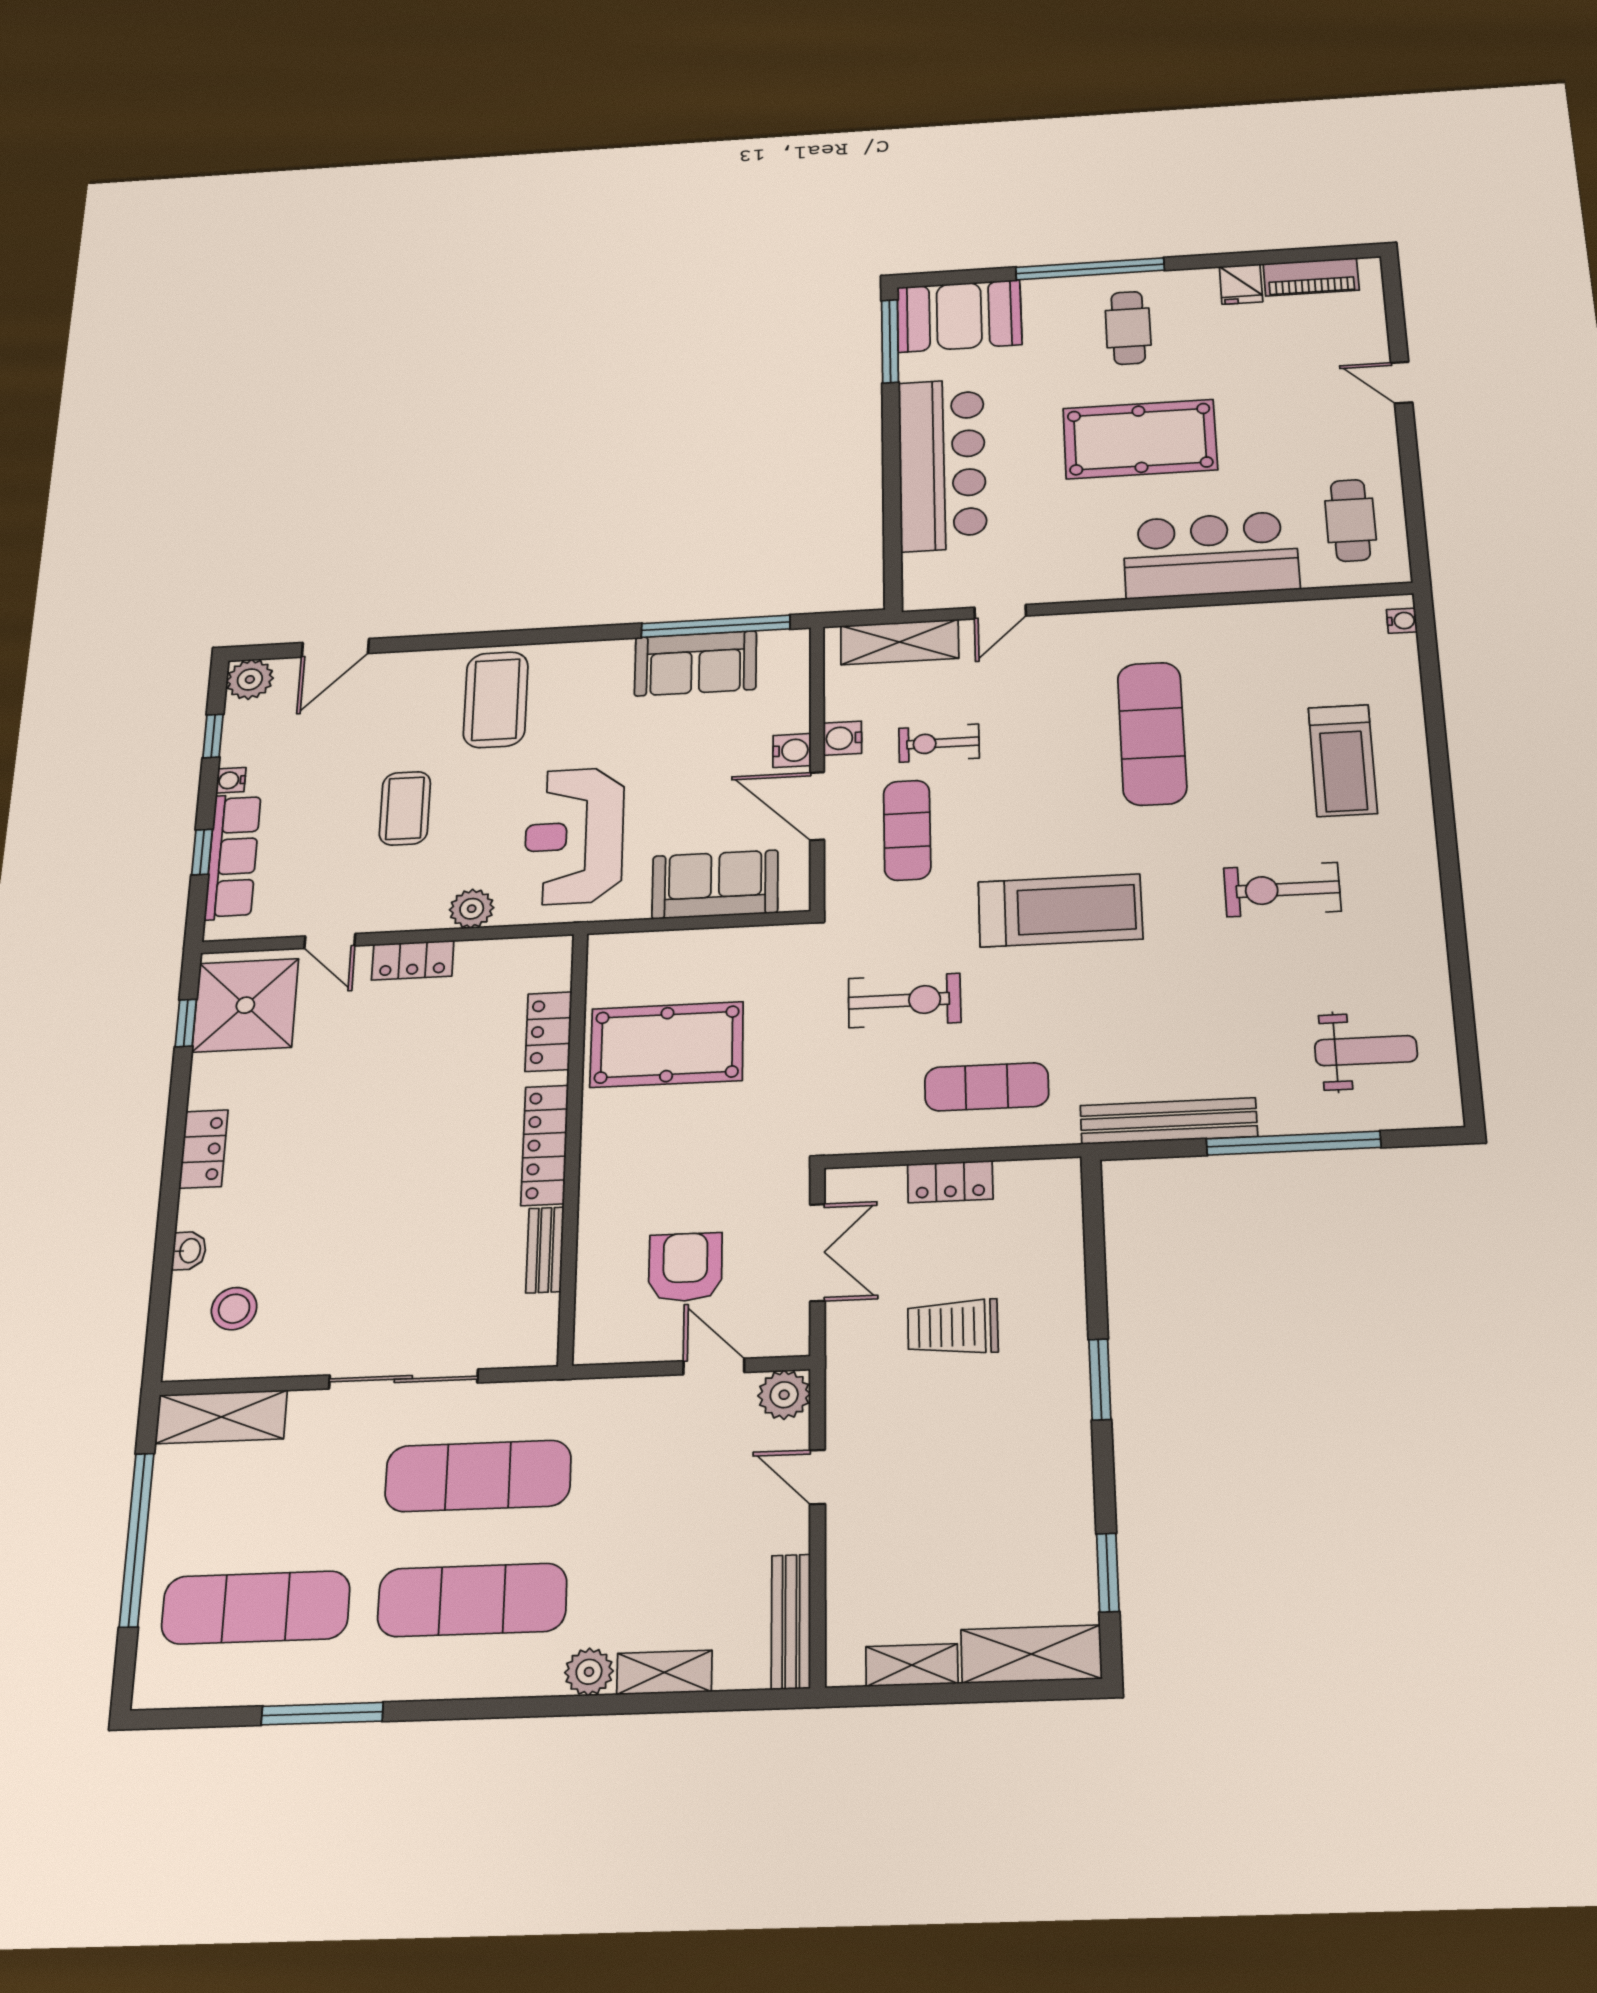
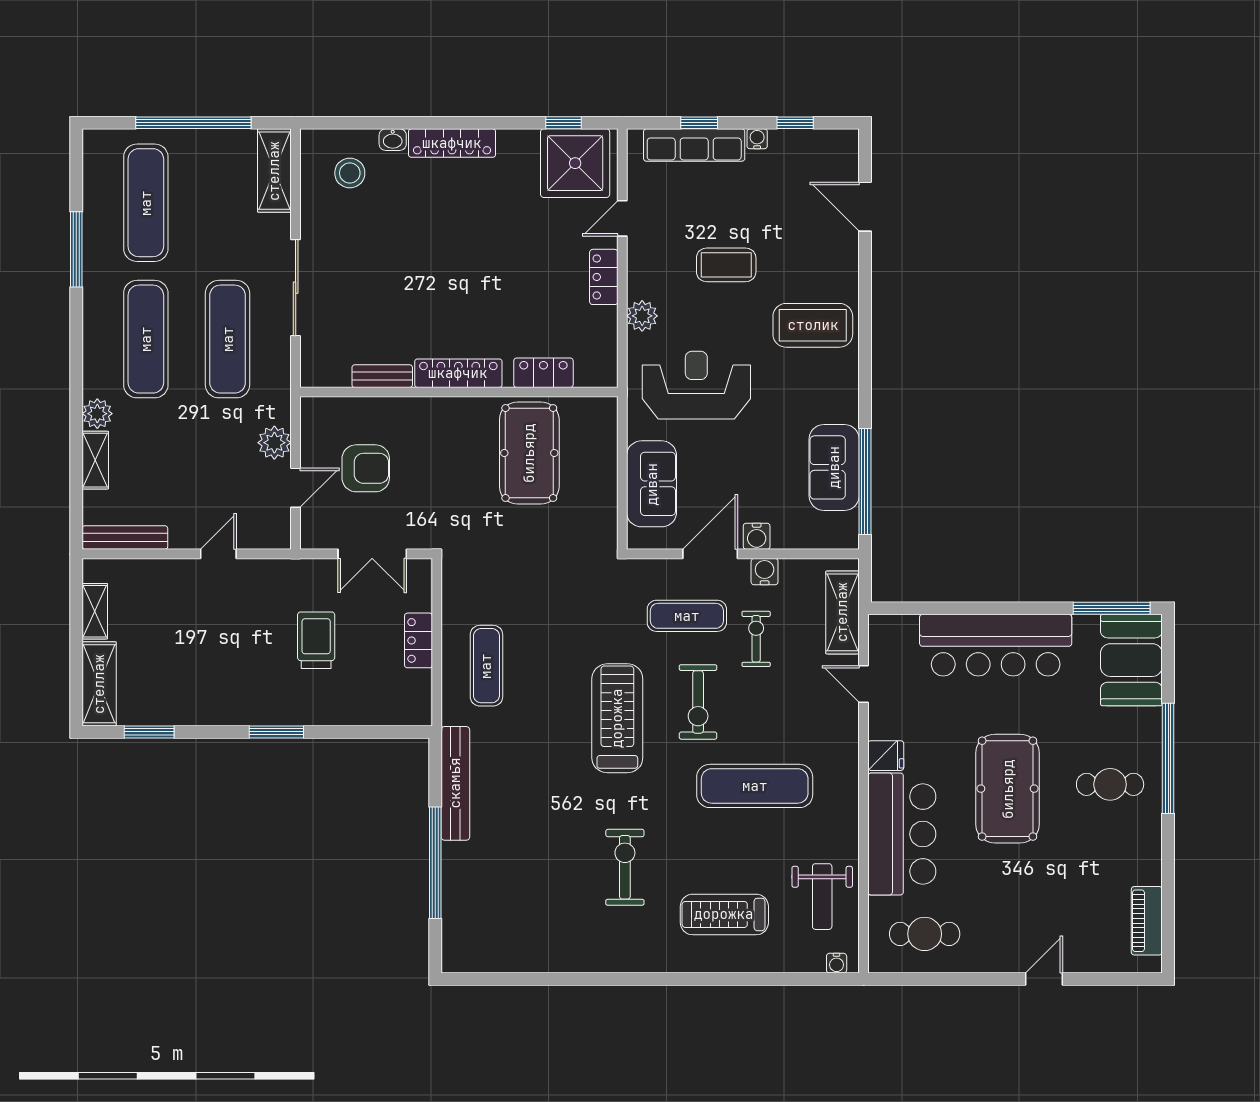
fridge: (1241, 284) -> (886, 756), moved, turned 180
plant: (250, 679) -> (842, 146), removed
treadmill: (1060, 910) -> (617, 718), turned 180
exercise bike: (904, 1000) -> (698, 702), moved
weight bench: (1366, 1051) -> (822, 897), moved
locker: (204, 1149) -> (452, 143), width x1.53
plant: (784, 1395) -> (274, 443), moved

